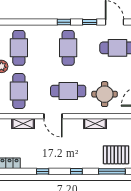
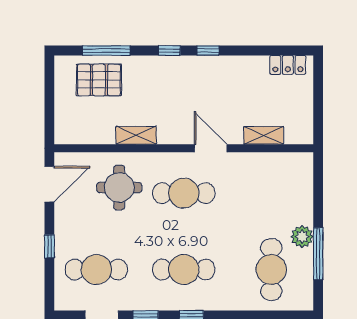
cafe table: (68, 48) -> (184, 270), turned 90
cafe table: (19, 91) -> (271, 193), removed
window: (43, 171) -> (208, 51), moved

